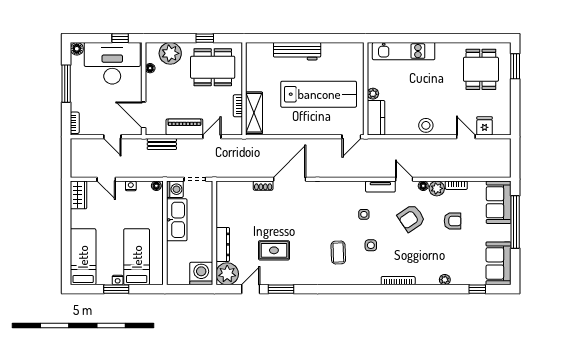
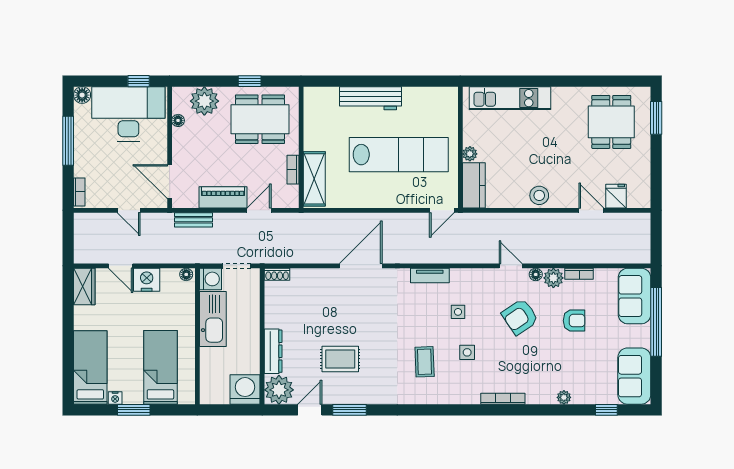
nightstand: (131, 186) -> (147, 280), width x1.89, depth x1.79
shoe rack: (263, 186) -> (277, 274), moved
tv unit: (380, 187) -> (430, 275), moved
nightstand: (118, 280) -> (115, 398), moved

